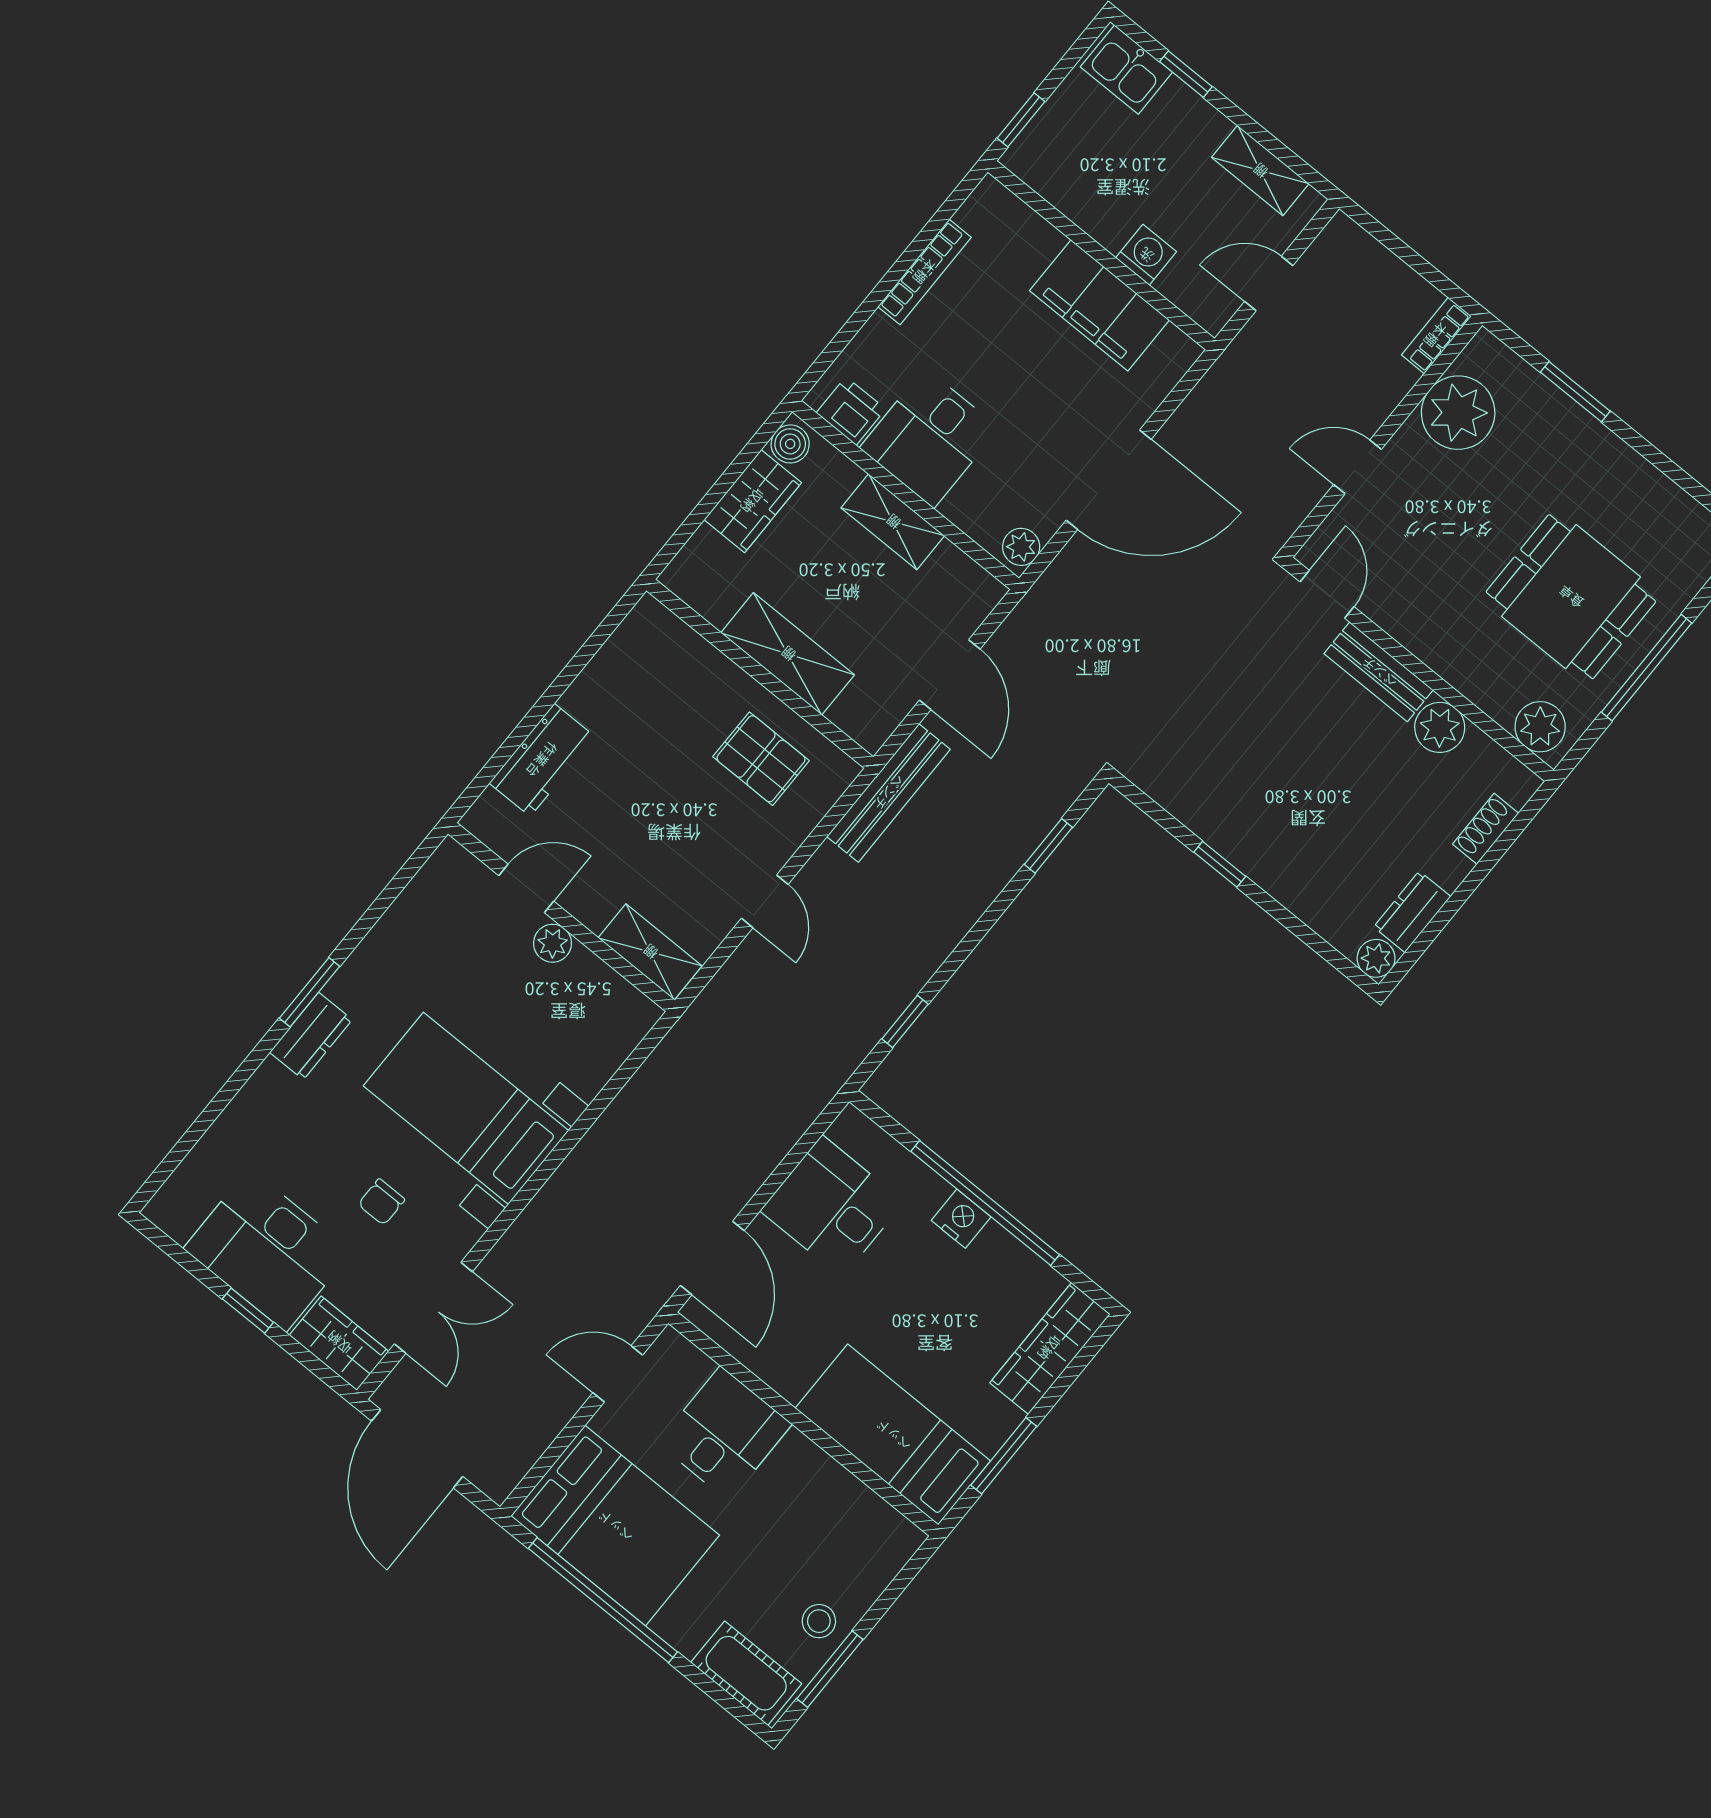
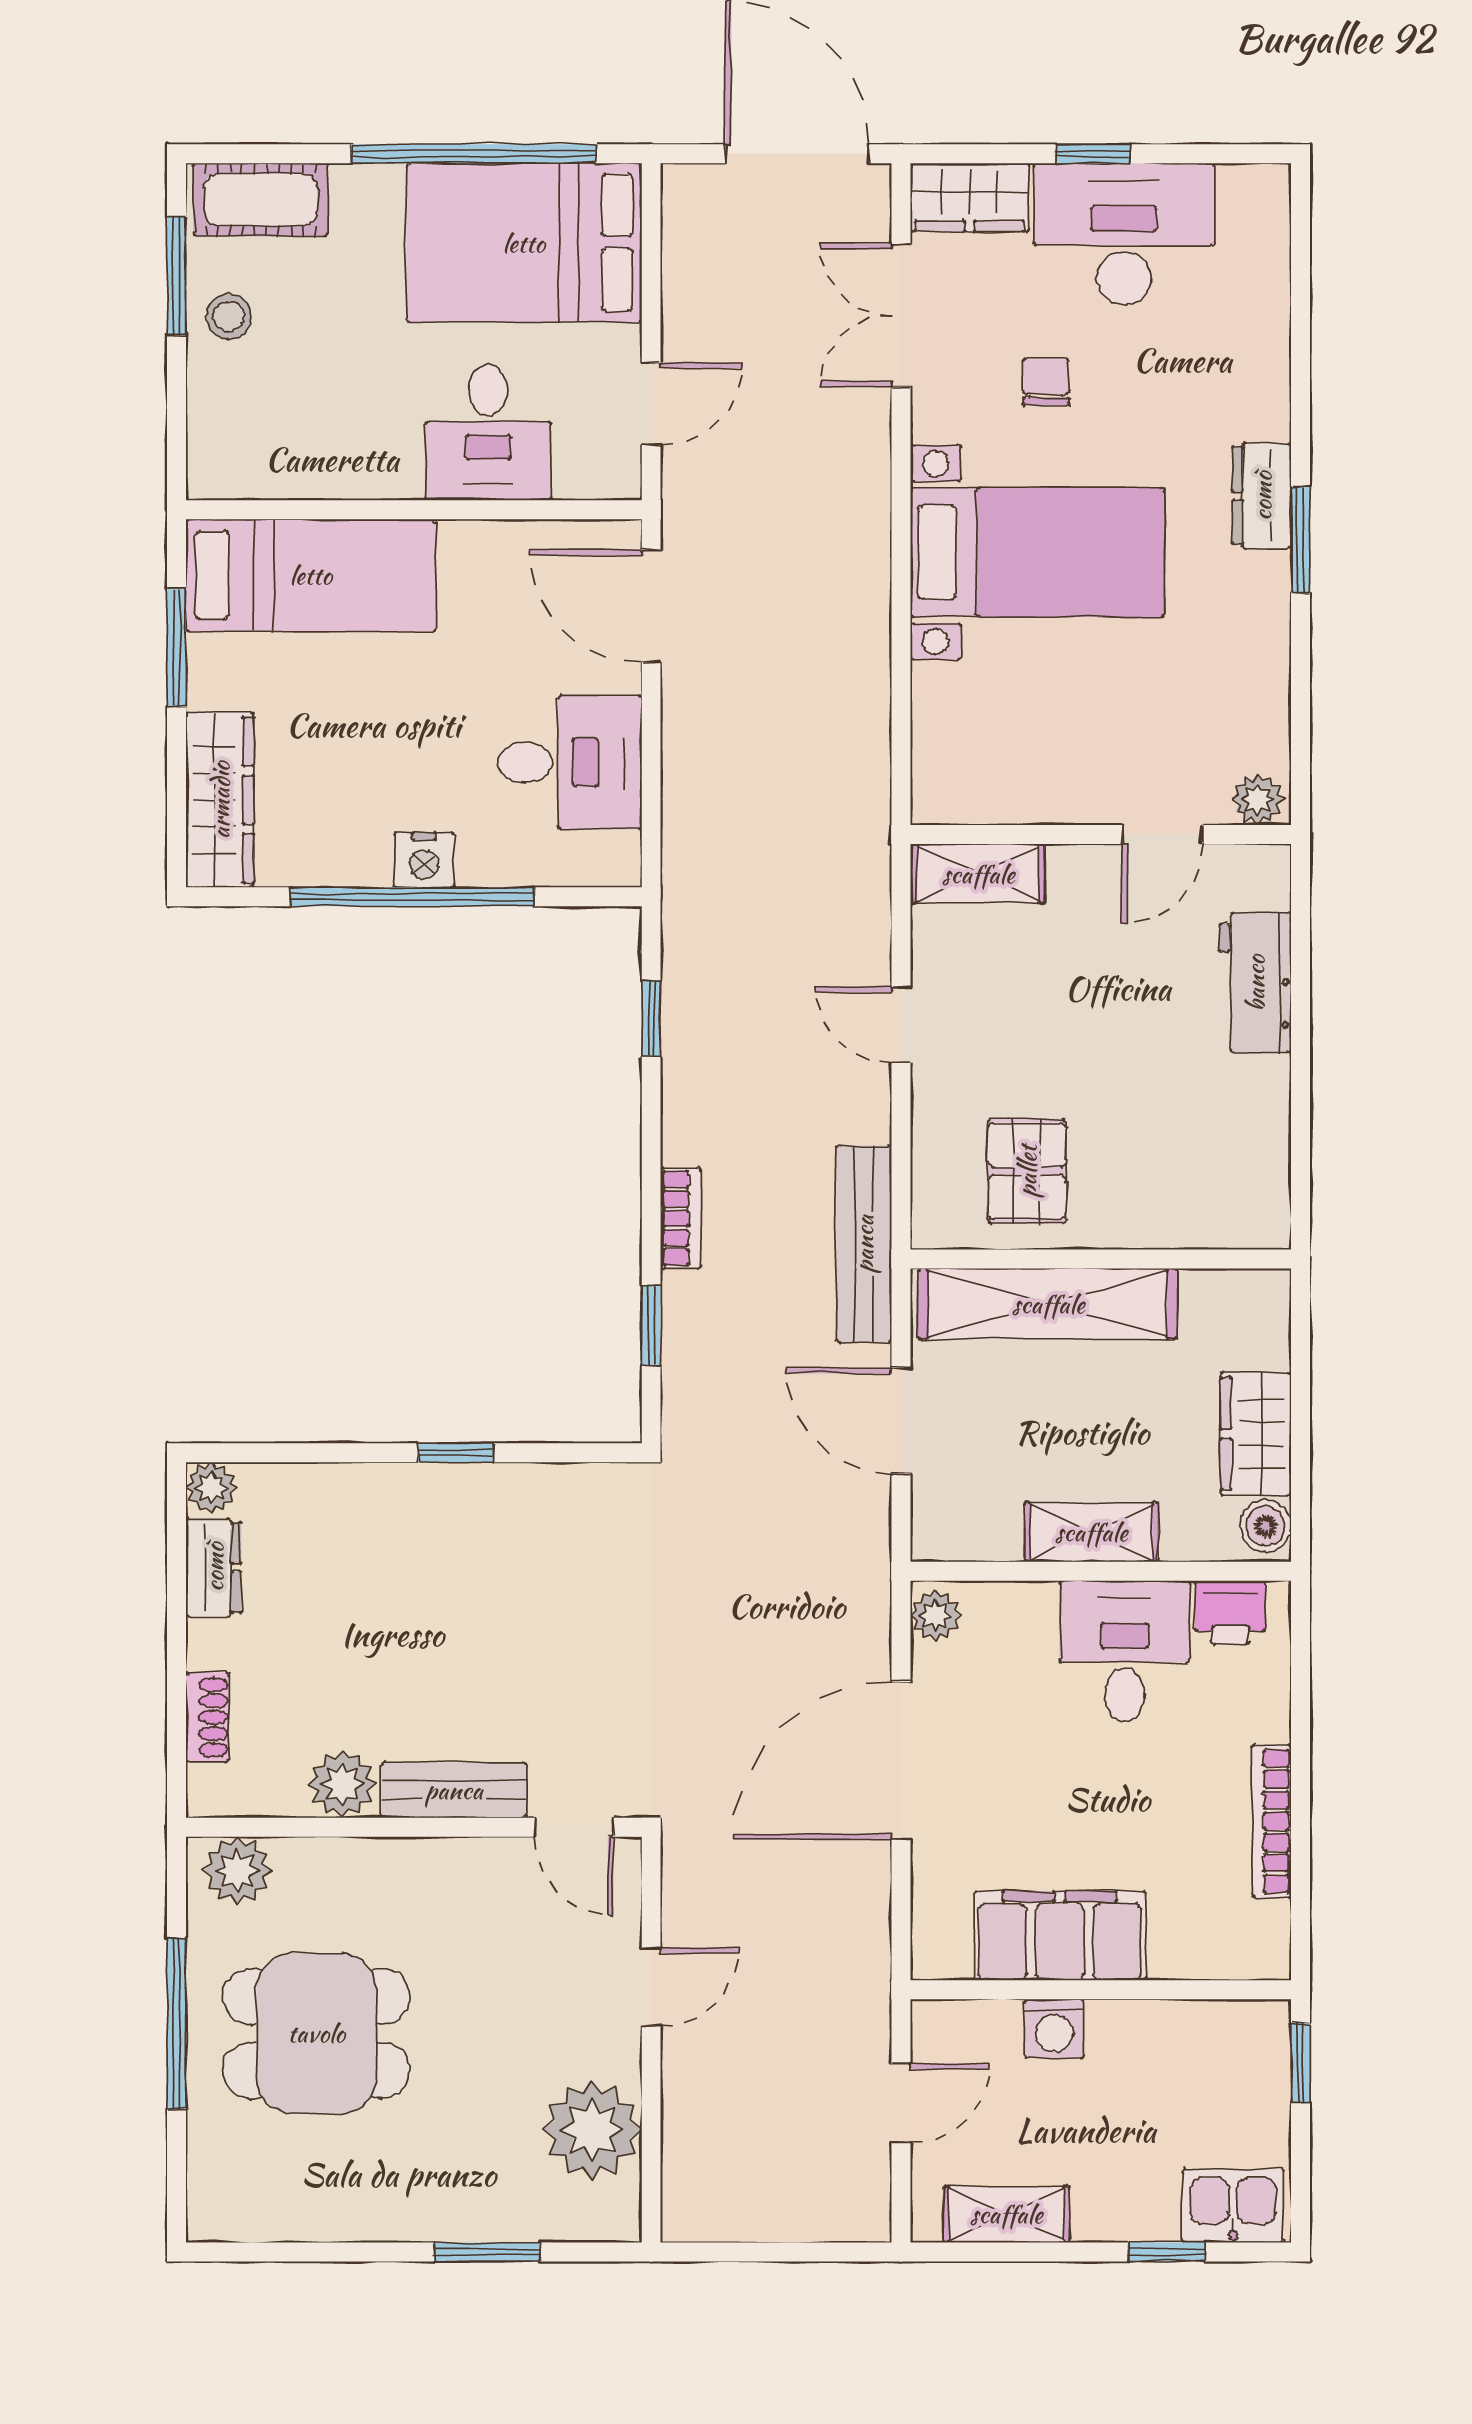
bookcase: (1436, 335) -> (681, 1219), moved
shelving: (788, 654) -> (1048, 1304), width x1.47
pallet: (761, 759) -> (1027, 1171), turned 90
plant: (553, 943) -> (1258, 799), moved

